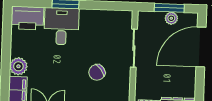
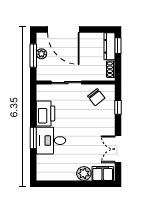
printer: (28, 18) -> (45, 113), moved
chair: (97, 72) -> (96, 97), moved

